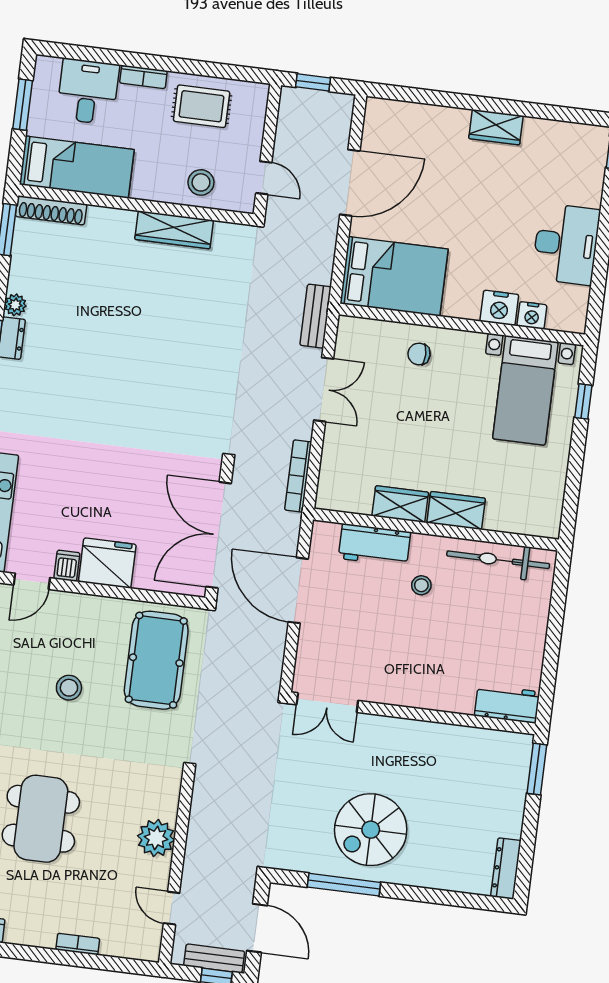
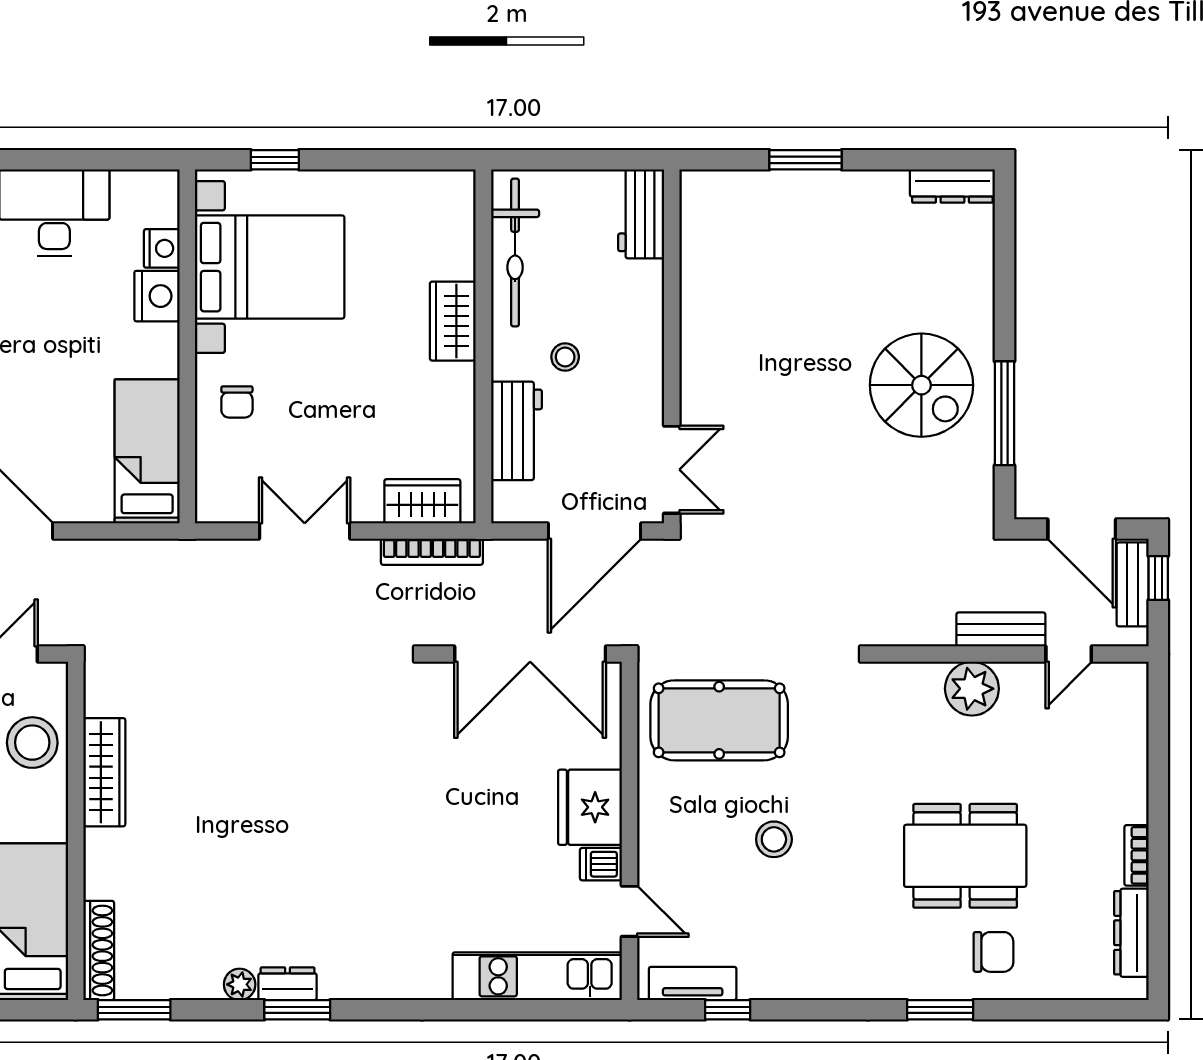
stool: (201, 182) -> (32, 743), width x1.38, depth x1.38
bed: (394, 276) -> (147, 451), width x0.67
bench: (316, 316) -> (1001, 629), moved
bed with nightstands: (525, 390) -> (270, 267), width x1.36
wardrobe: (400, 504) -> (422, 501), moved, turned 90
double door: (327, 703) -> (672, 470), moved
workbench: (507, 704) -> (641, 214), moved
wall: (413, 713) -> (672, 346), moved
door: (257, 928) -> (1082, 529), swing flipped
bookcase: (78, 944) -> (1137, 855), moved

